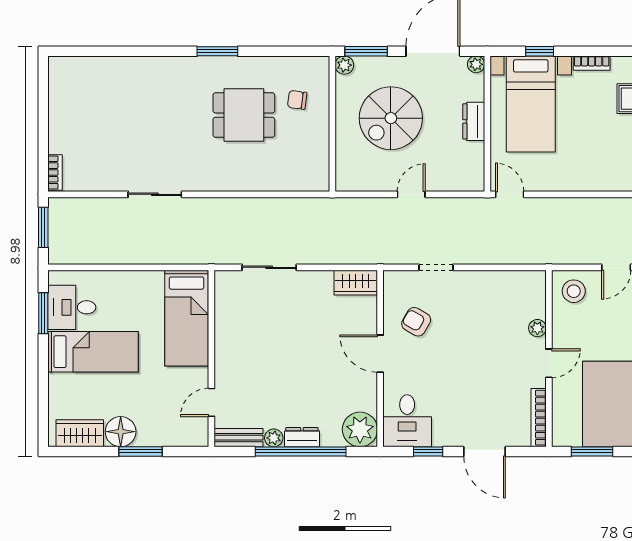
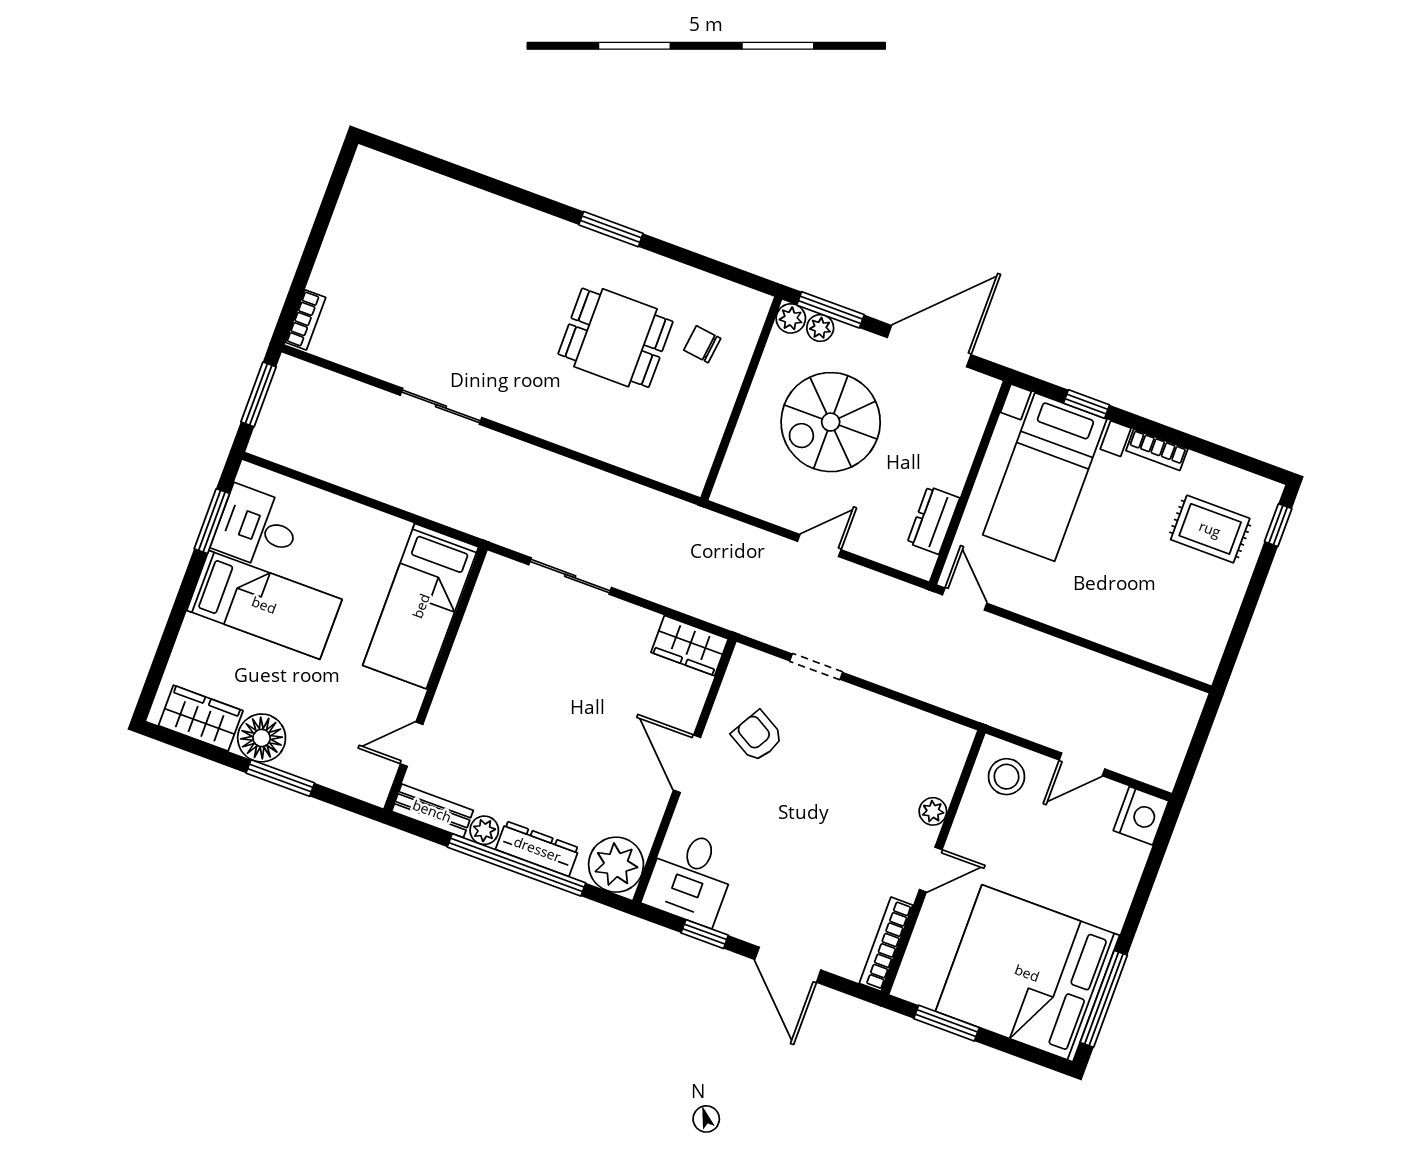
plant: (476, 64) -> (820, 328), moved
dresser: (474, 121) -> (933, 520), moved
dresser: (302, 437) -> (537, 849), width x1.44

